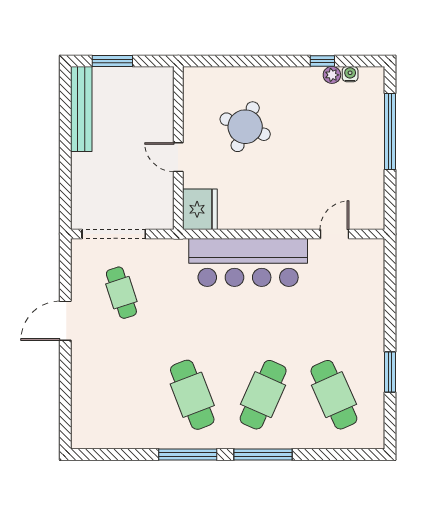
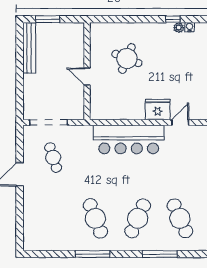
fridge: (200, 209) -> (158, 110), moved, turned -90
window: (263, 454) -> (160, 254), moved

